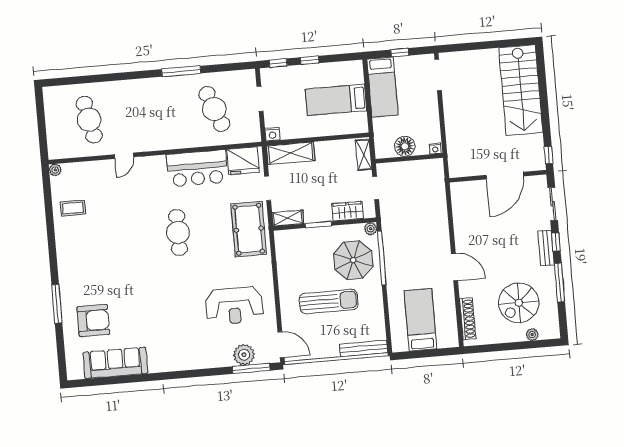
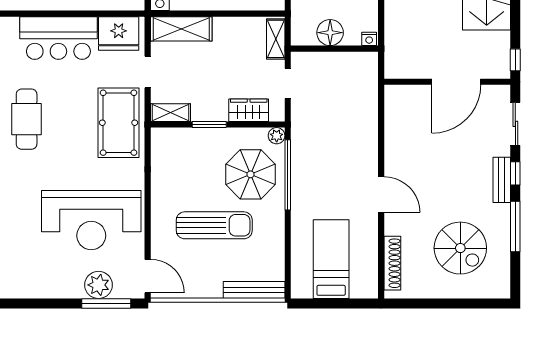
spiral stairs: (519, 303) -> (460, 248), turned -90
reception desk: (234, 306) -> (91, 220), width x1.36, depth x1.30
plant: (532, 335) -> (474, 291), removed

